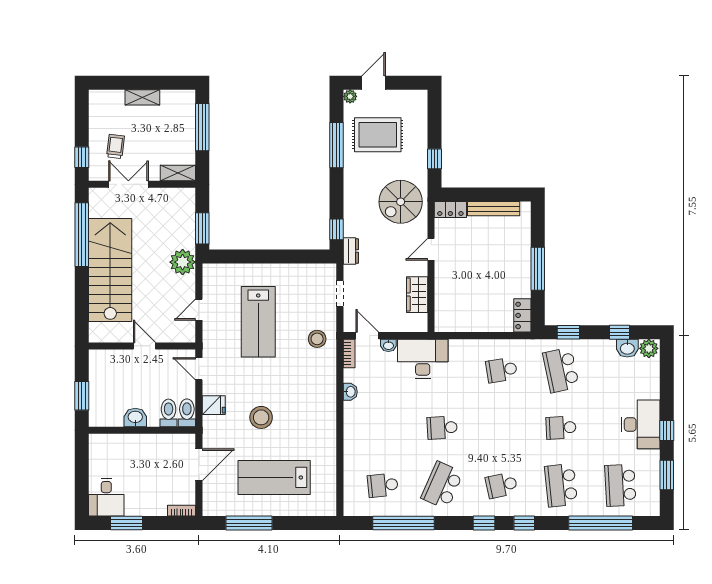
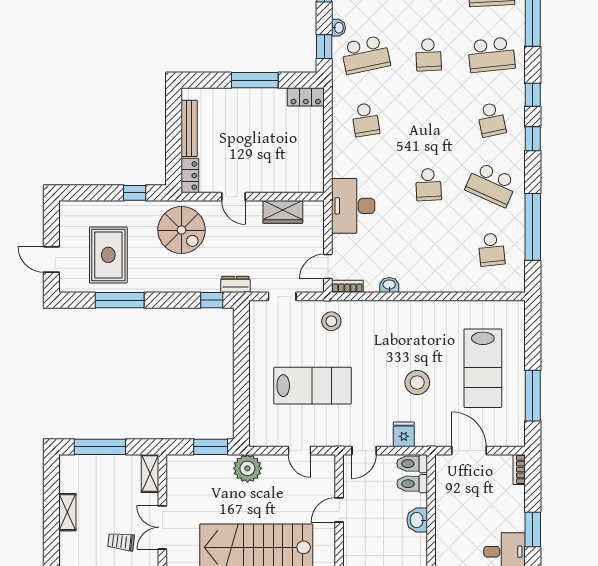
plant: (350, 96) -> (66, 285), removed
washbasin: (388, 345) -> (338, 28), moved

